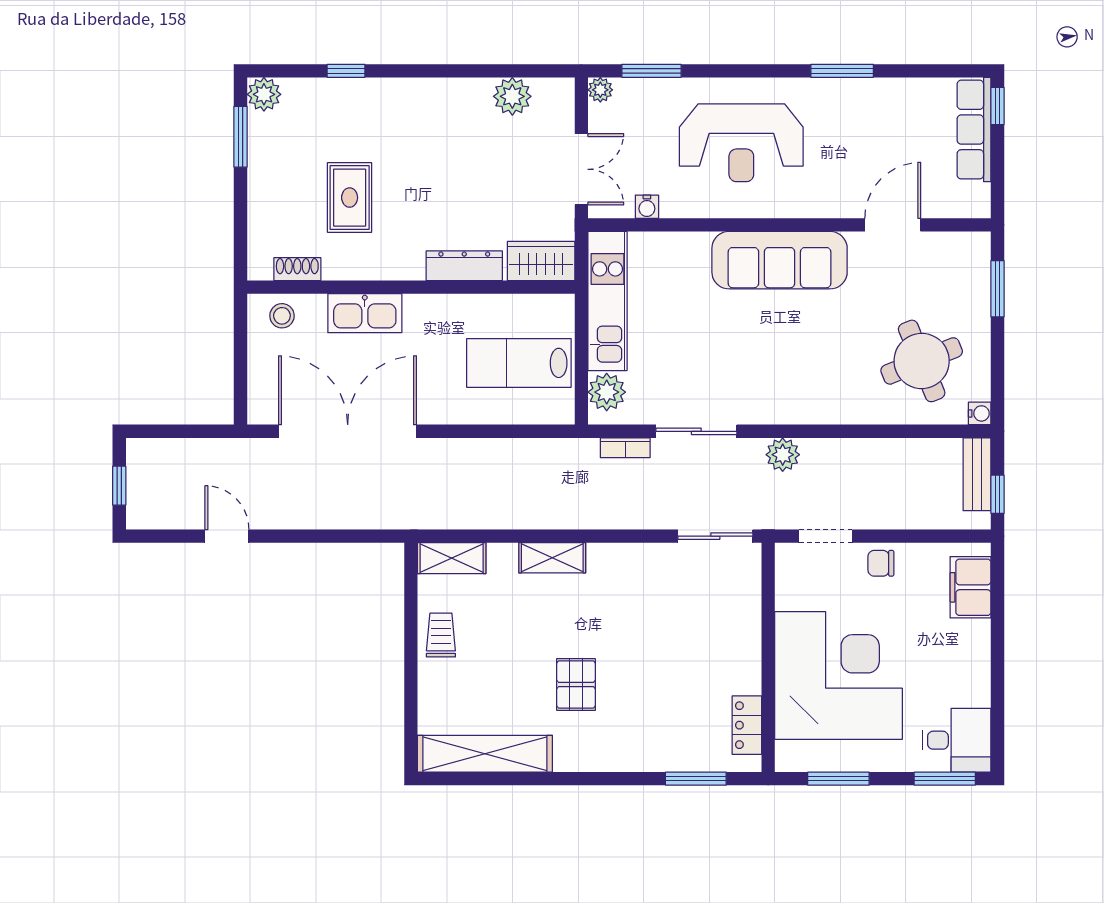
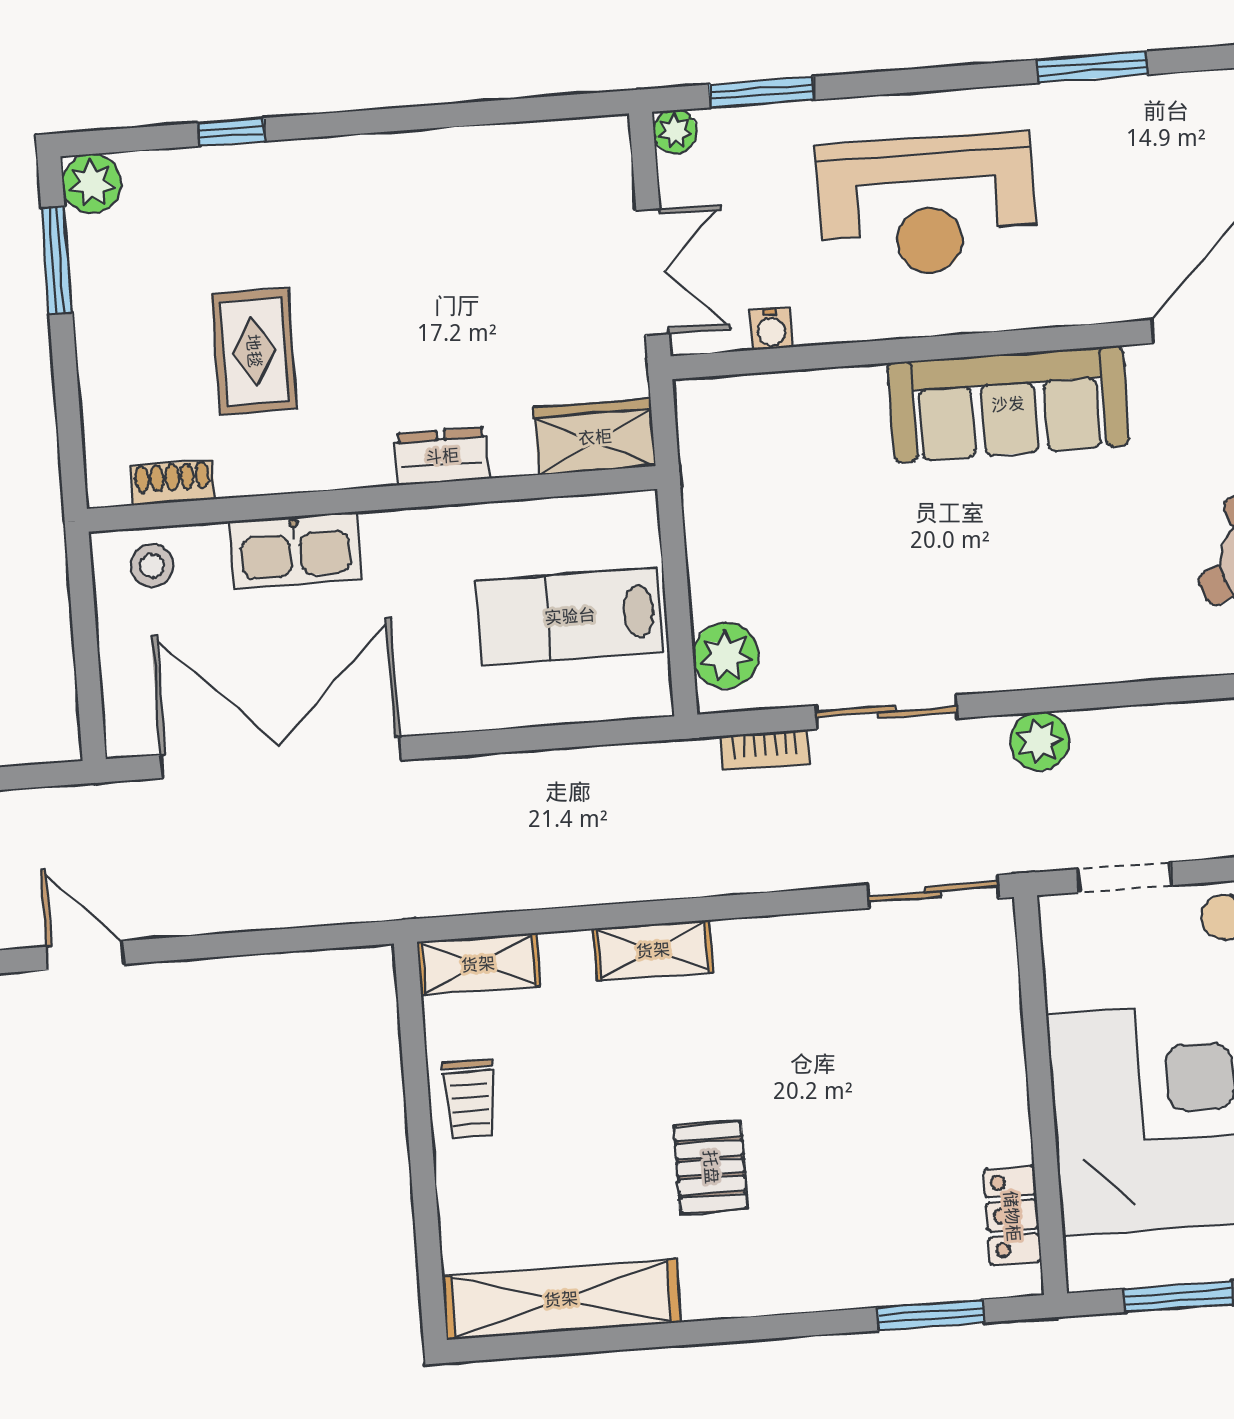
plant: (512, 96) -> (523, 154), removed
dresser: (464, 266) -> (442, 456), width x0.70
kitchen unit: (607, 301) -> (715, 497), removed
trolley: (441, 635) -> (470, 1099), turned 180

